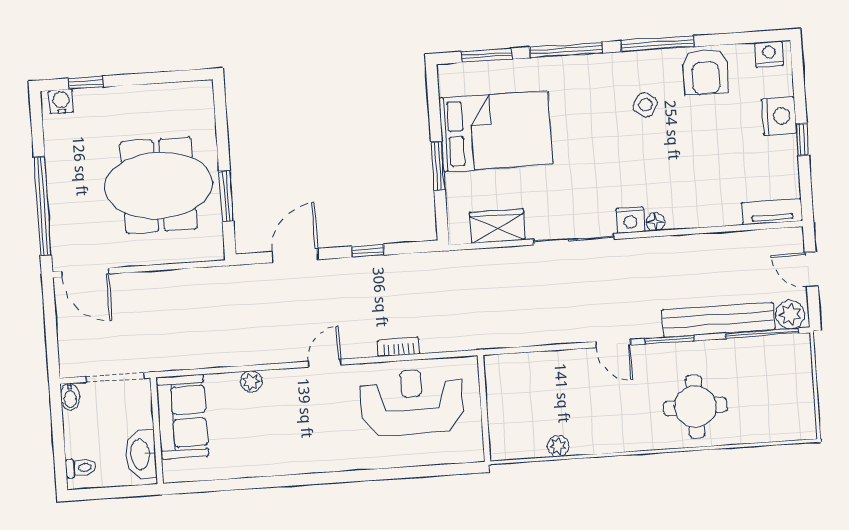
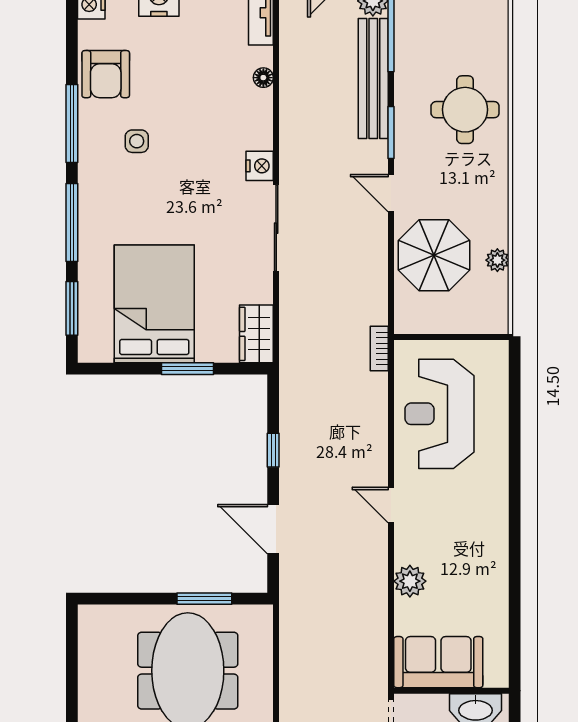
armchair: (705, 72) -> (106, 74), turned 90
side table: (645, 105) -> (137, 141), turned -33
floor lamp: (655, 222) -> (263, 78), moved
wardrobe: (497, 226) -> (256, 334), moved
door: (613, 343) -> (391, 193), swing flipped
bookcase: (398, 347) -> (379, 348), moved
plant: (251, 382) -> (410, 581), width x1.38, depth x1.38
parasol: (559, 387) -> (434, 255), added

